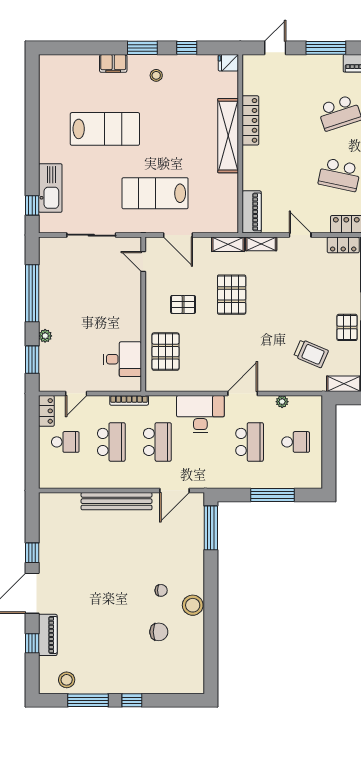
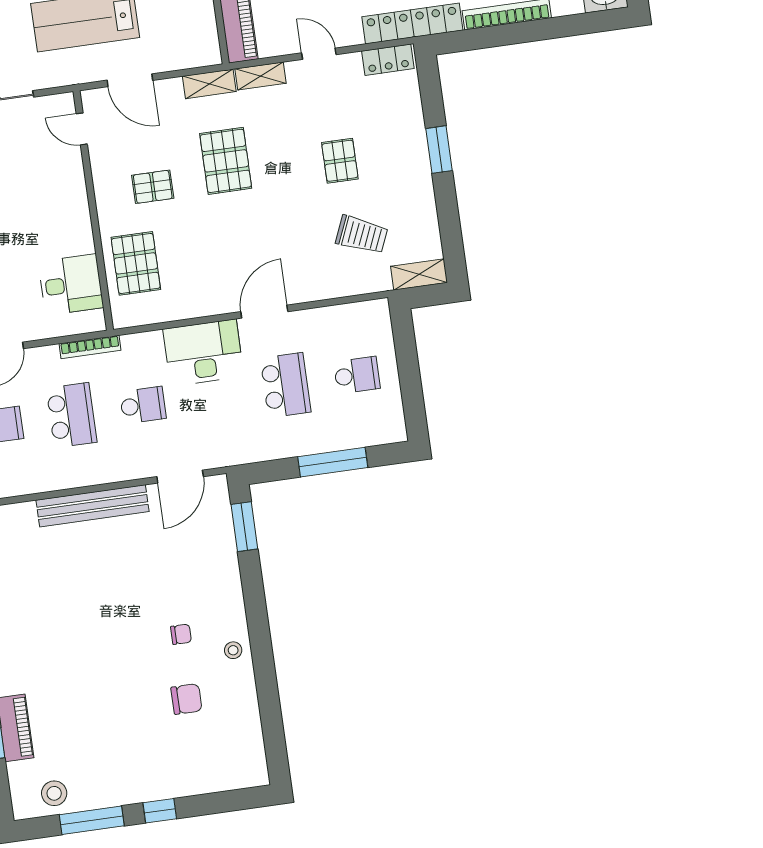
pallet: (347, 327) -> (340, 161), moved
plant: (282, 402) -> (327, 316), removed
school desk: (157, 442) -> (143, 405), width x0.54
window: (211, 528) -> (244, 527), width x0.69
stool: (193, 605) -> (233, 650), width x0.53, depth x0.53

